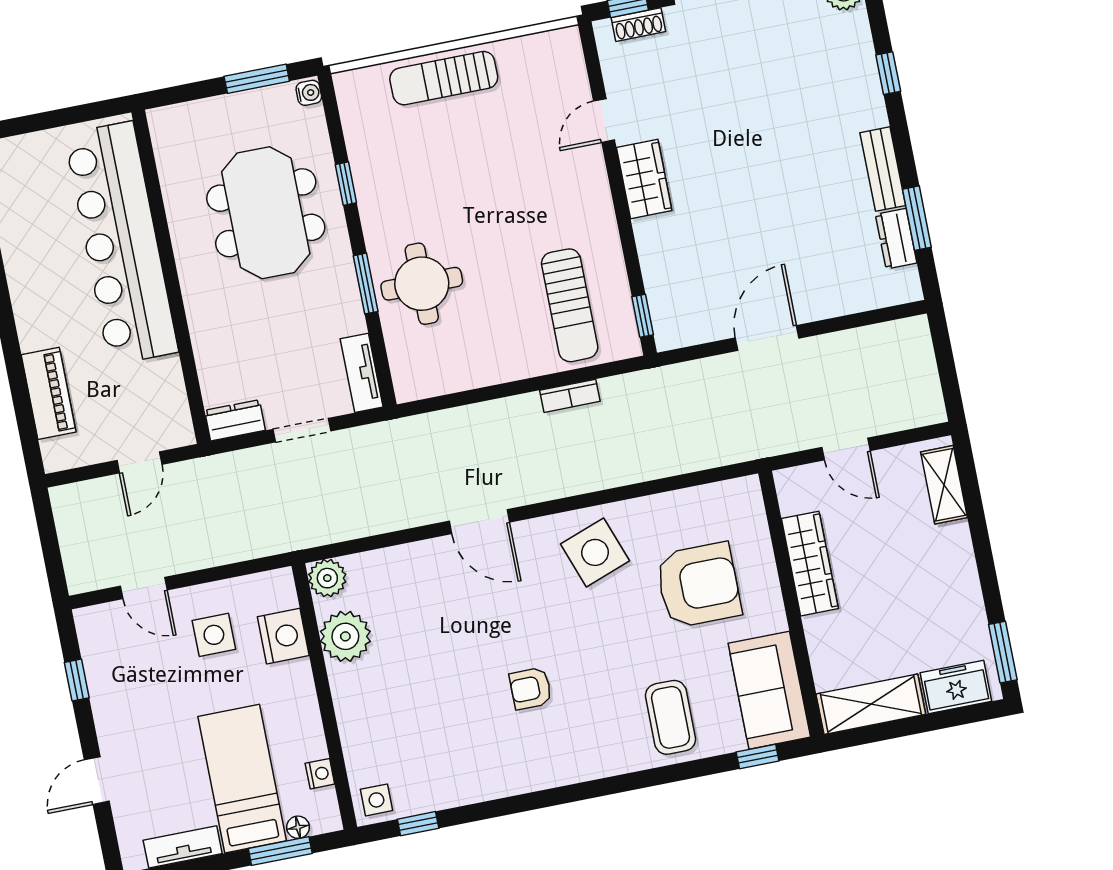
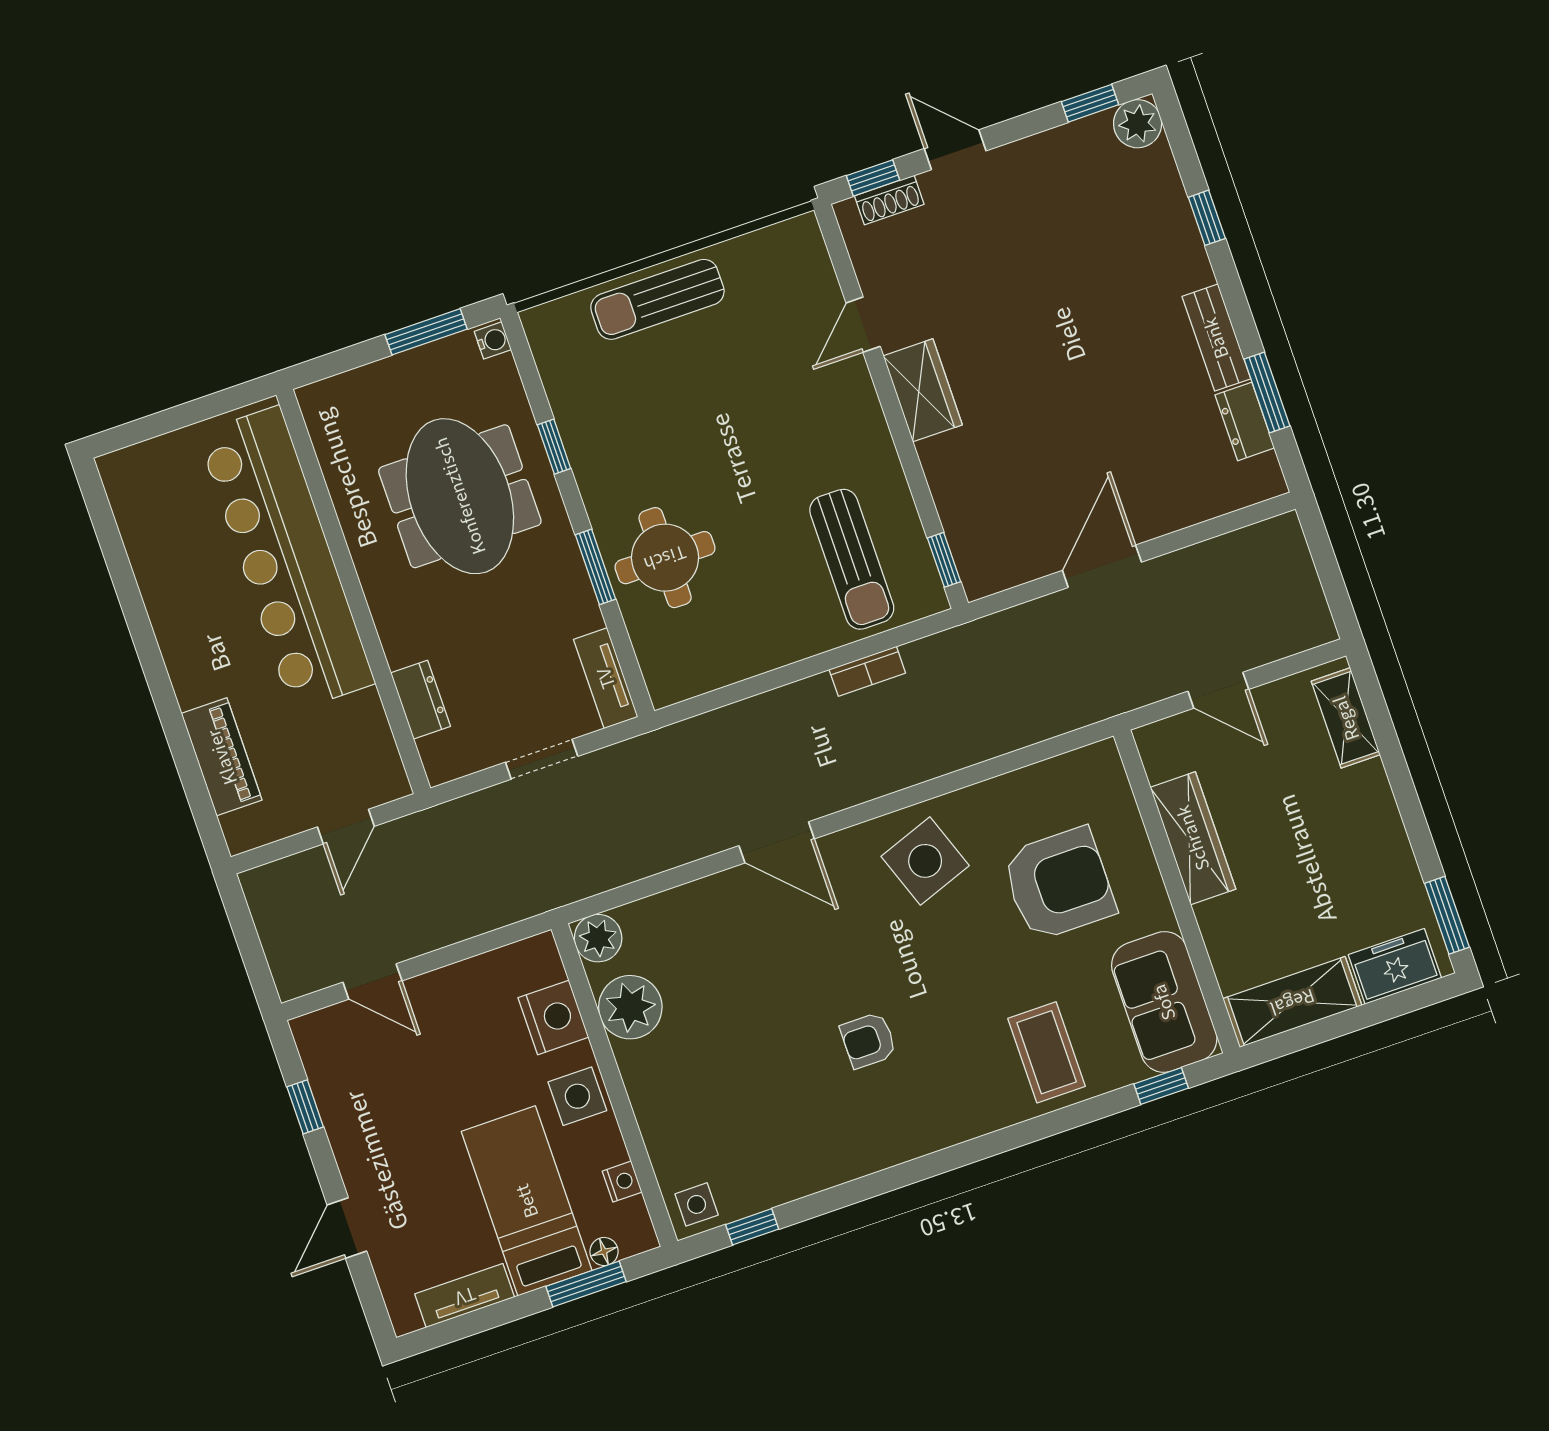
dresser: (235, 420) -> (420, 700), moved, turned 90
side table: (214, 635) -> (577, 1096), moved

